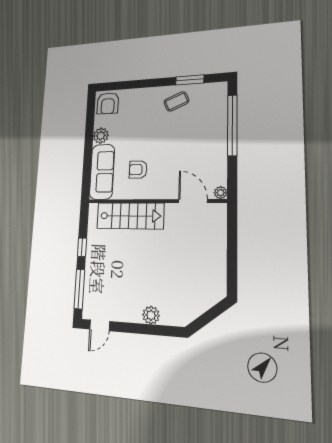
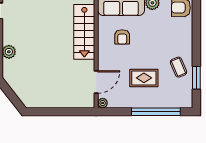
rug: (189, 142) -> (144, 78), added
armchair: (138, 170) -> (122, 37), turned 180

